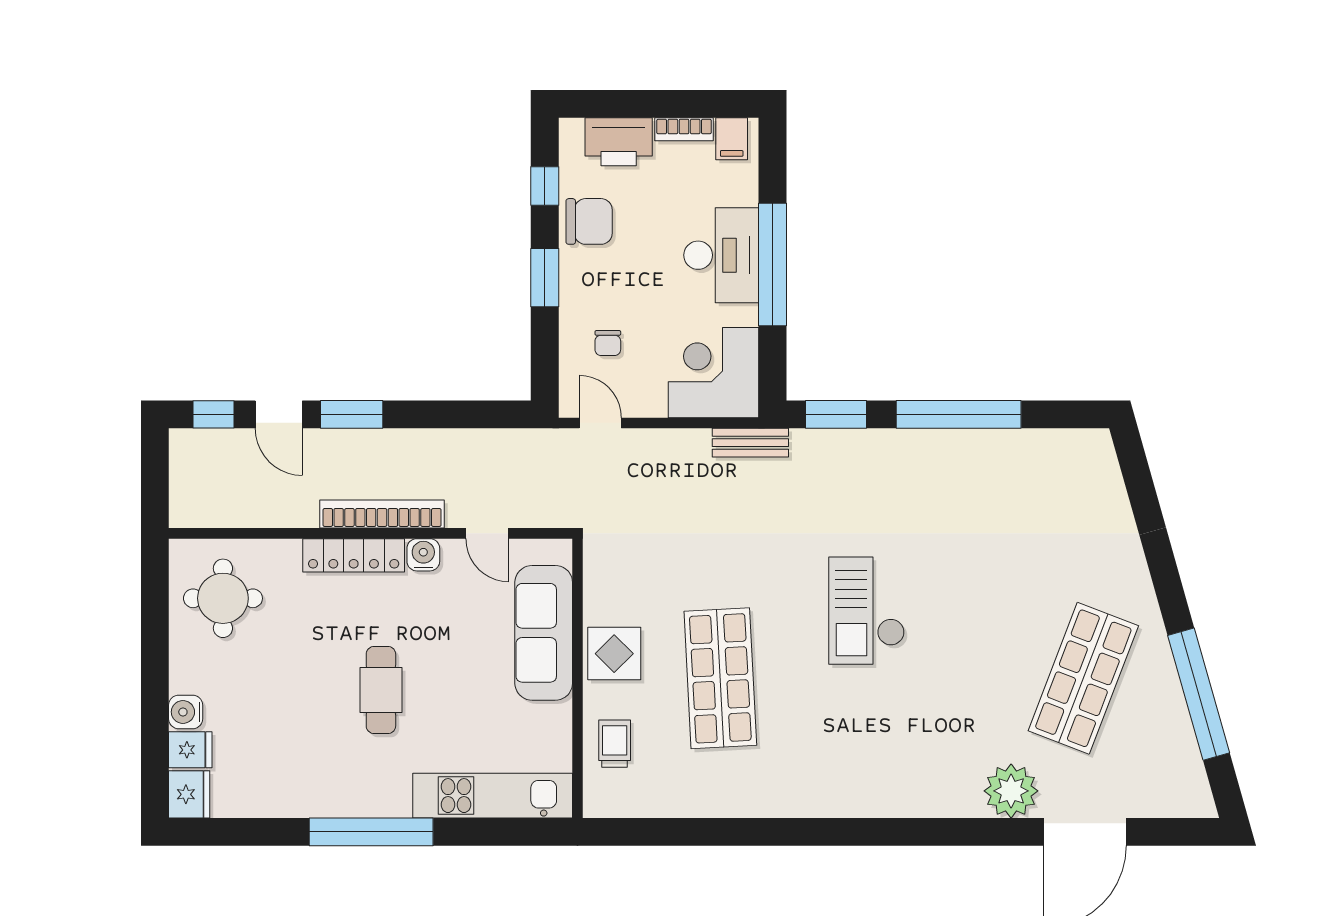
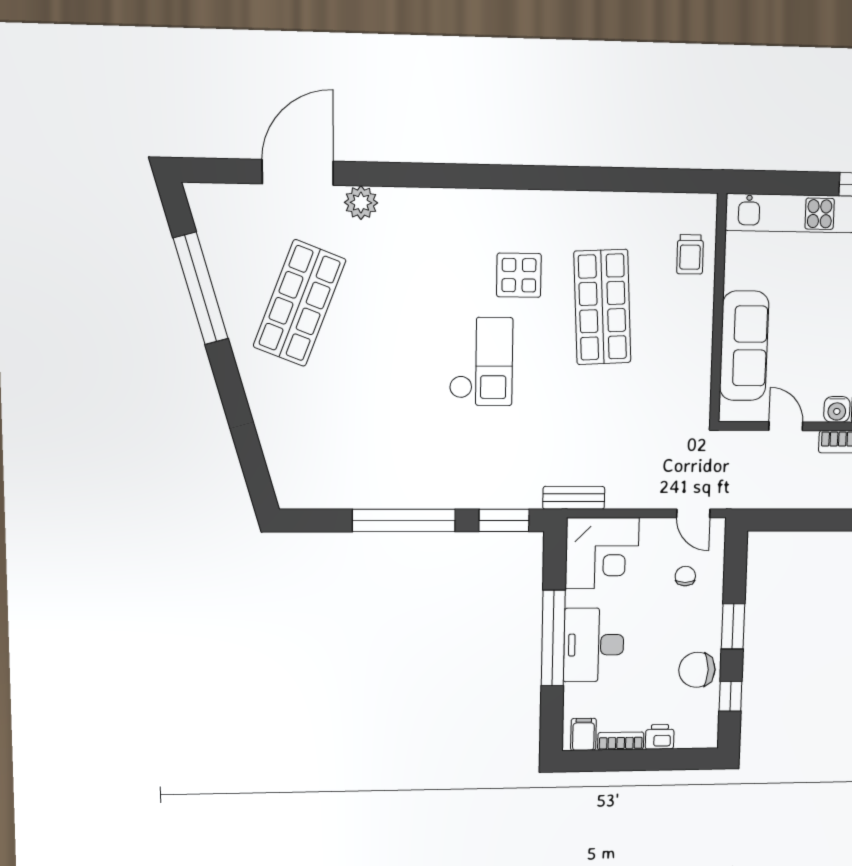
printer: (619, 142) -> (660, 737), width x0.53, depth x0.68
display table: (614, 654) -> (519, 275), moved
plant: (1011, 791) -> (361, 203), width x0.73, depth x0.73

